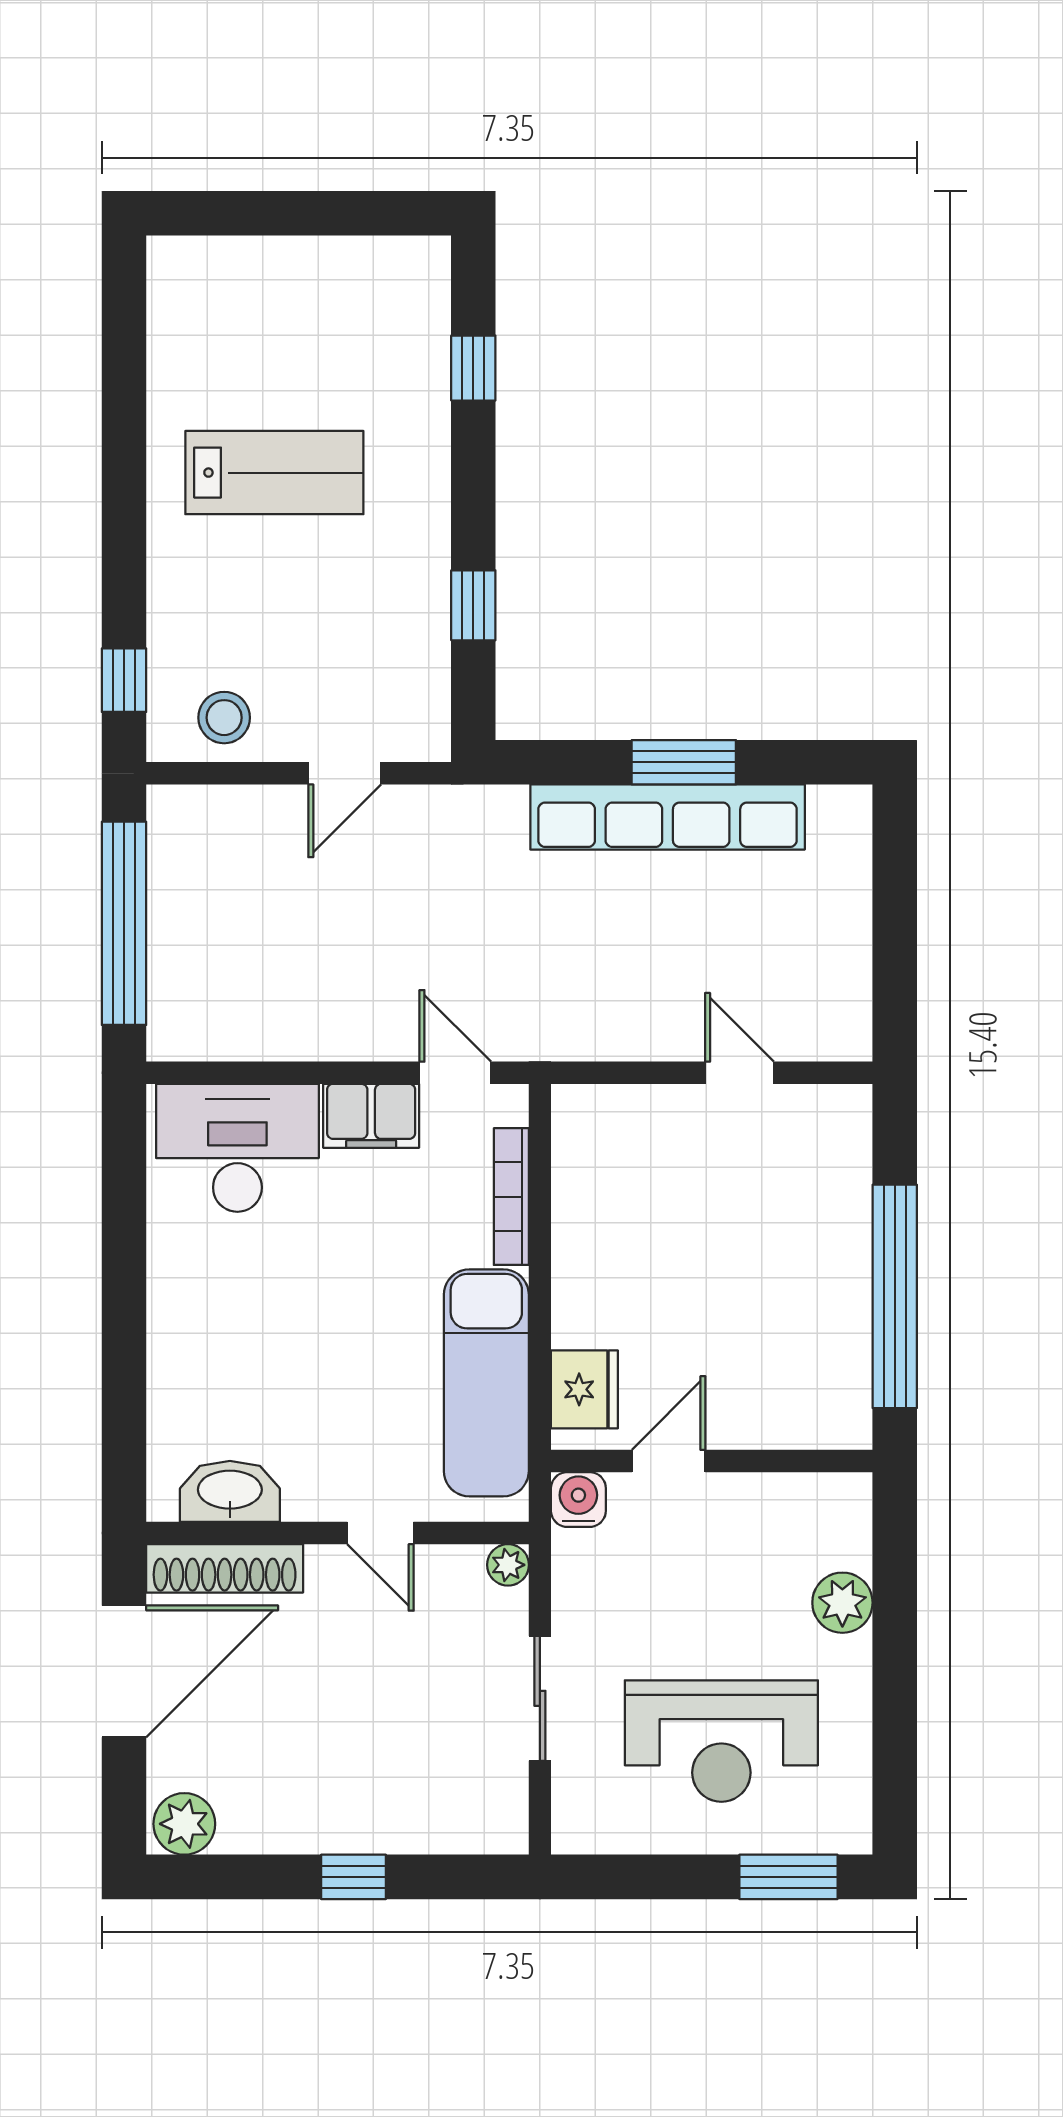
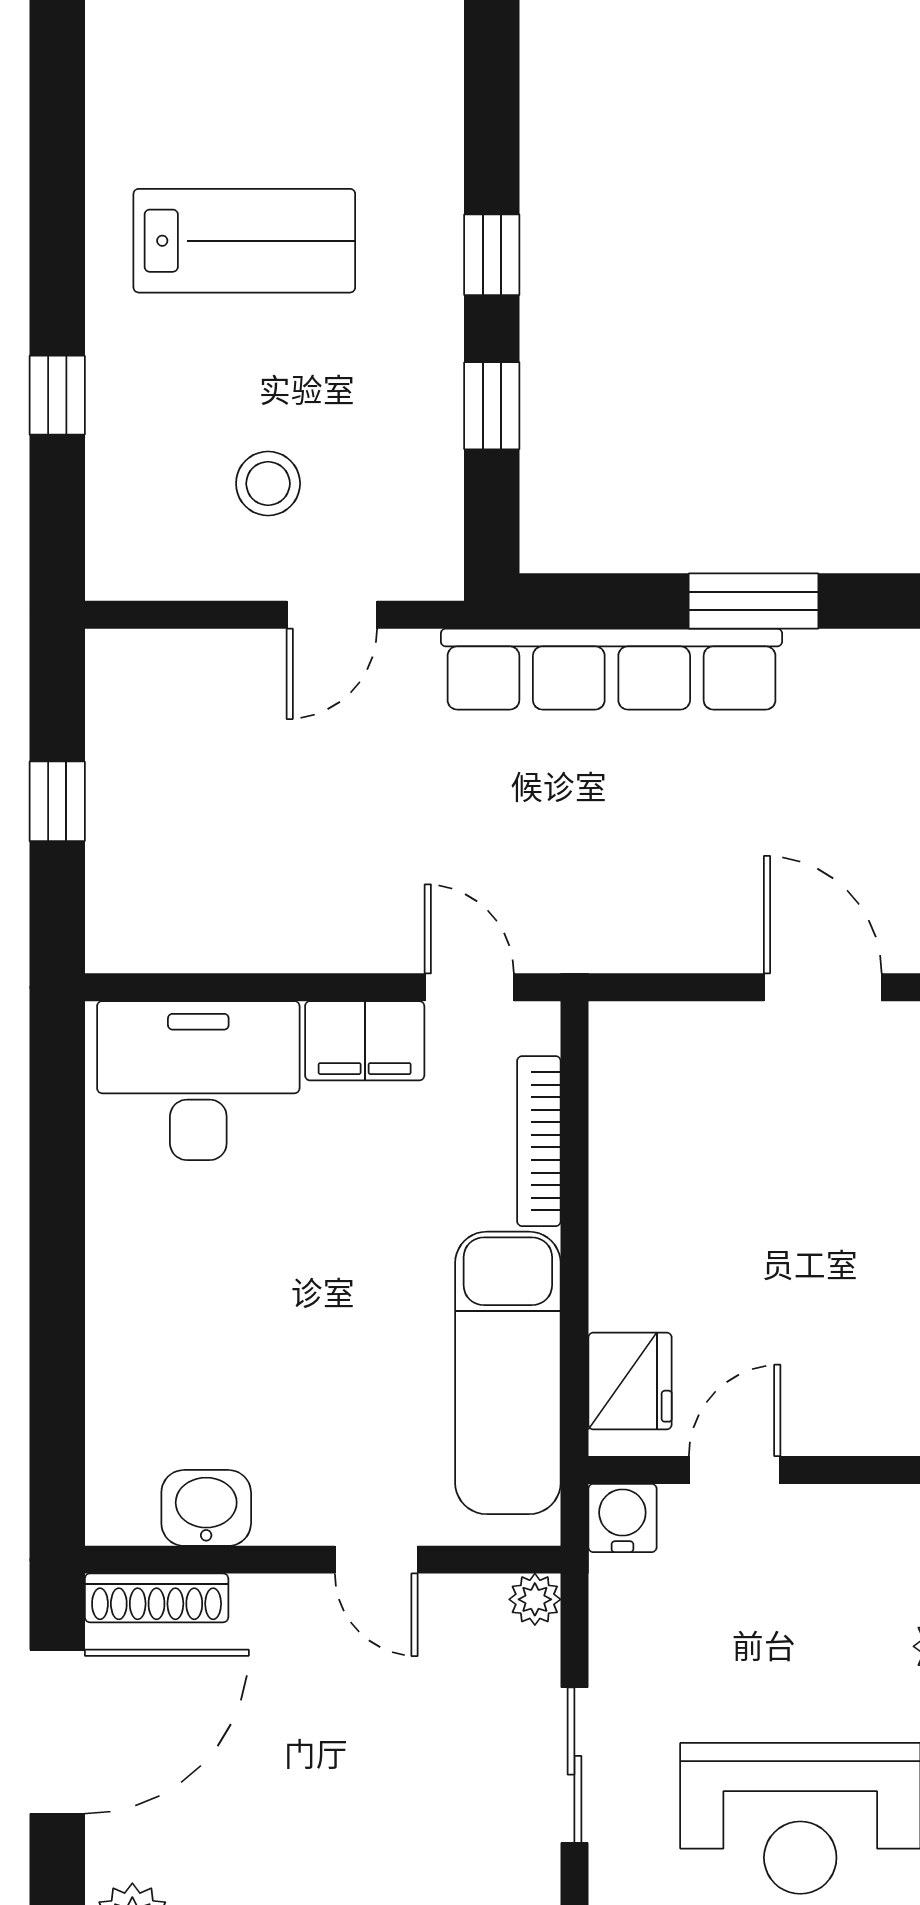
window: (473, 368) -> (492, 255), moved
window: (124, 680) -> (57, 395), moved
stool: (224, 718) -> (268, 484), moved
row of seats: (668, 817) -> (611, 669), moved
window: (124, 923) -> (57, 801), width x0.32
door: (739, 1073) -> (823, 987), width x1.38
washbasin: (230, 1491) -> (206, 1508), width x0.72
shoe rack: (225, 1568) -> (157, 1598), width x0.74, depth x0.81

